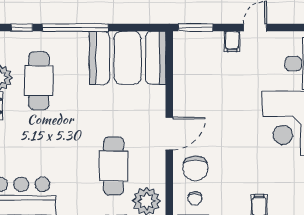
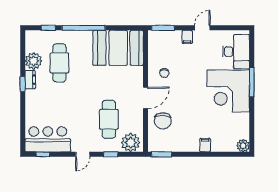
chair: (195, 198) -> (164, 73), moved

